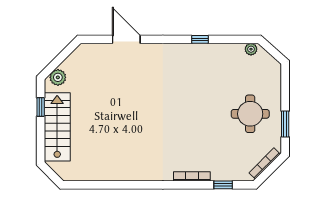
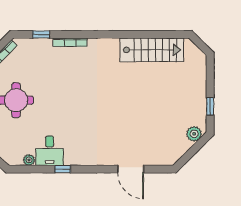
plant: (251, 49) -> (29, 160), moved
desk: (214, 59) -> (50, 151), added
stairs: (57, 127) -> (152, 50), moved, turned -90

